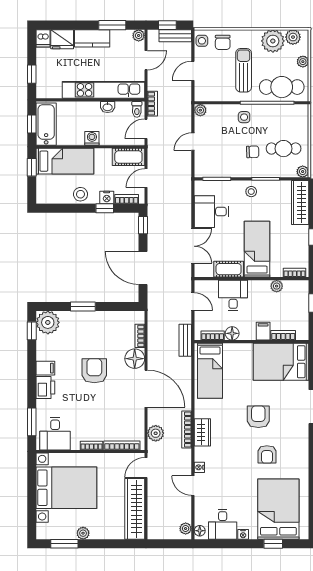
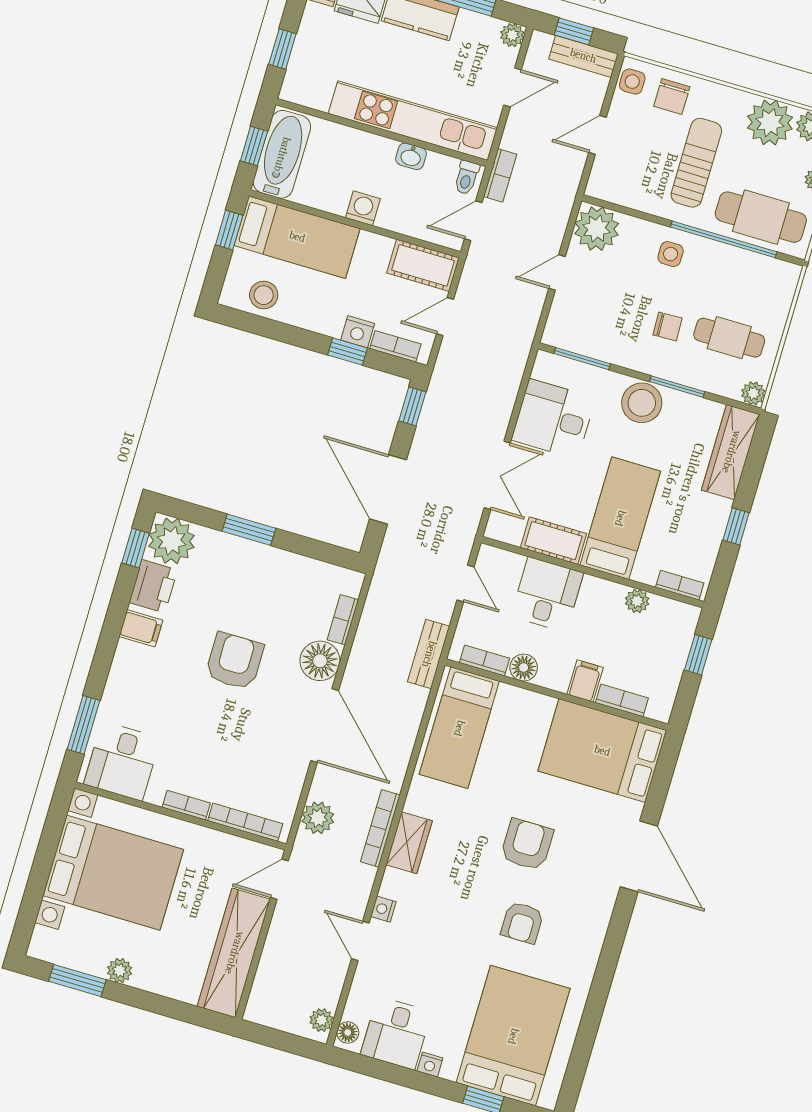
plant: (200, 110) -> (597, 229), width x1.87, depth x1.87
stool: (251, 192) -> (642, 403), width x1.89, depth x1.89
stool: (80, 194) -> (264, 295), moved
printer: (45, 388) -> (153, 586), moved

